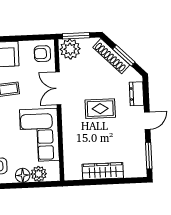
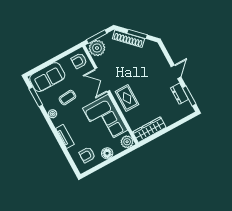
dresser: (137, 94) -> (179, 94), moved
rug: (100, 109) -> (127, 98), moved, turned 90
wardrobe: (103, 171) -> (149, 130), moved
plant: (39, 174) -> (127, 142), moved

